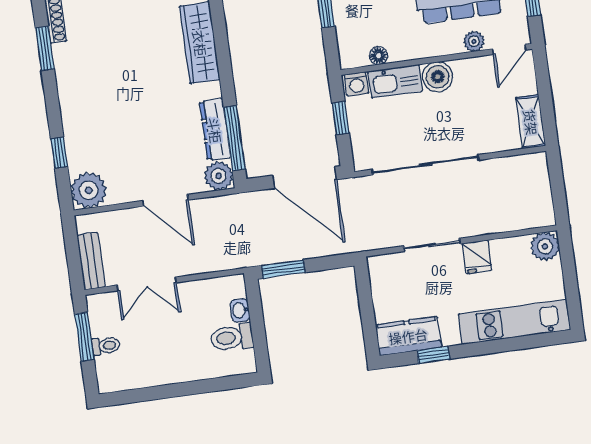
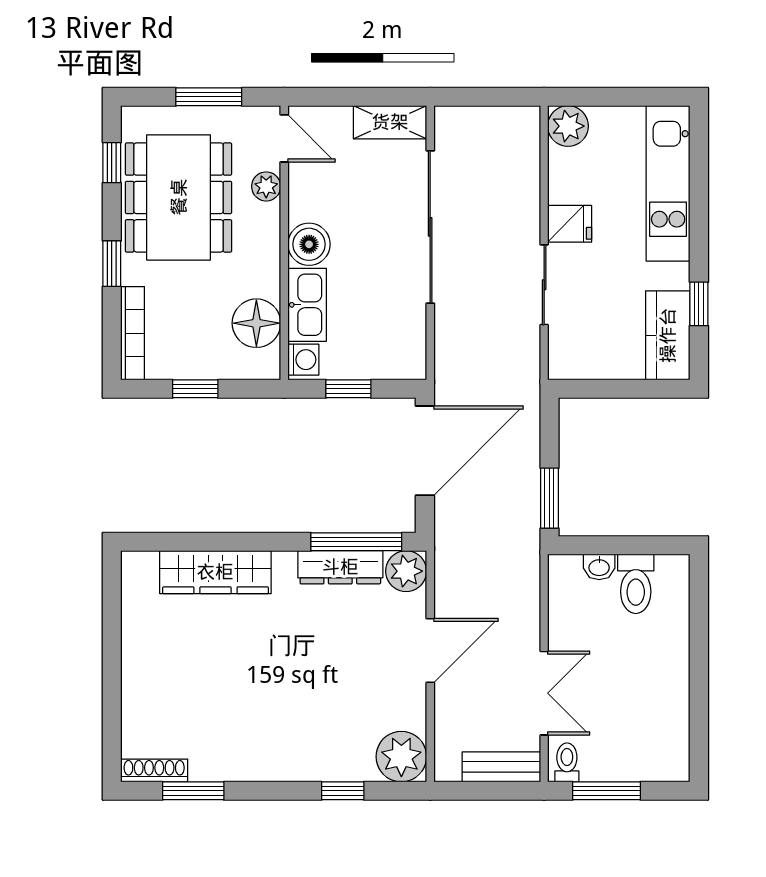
floor lamp: (379, 56) -> (256, 323), width x1.89, depth x1.89
sliding door: (425, 165) -> (430, 227), moved
toilet: (106, 346) -> (567, 762), moved

